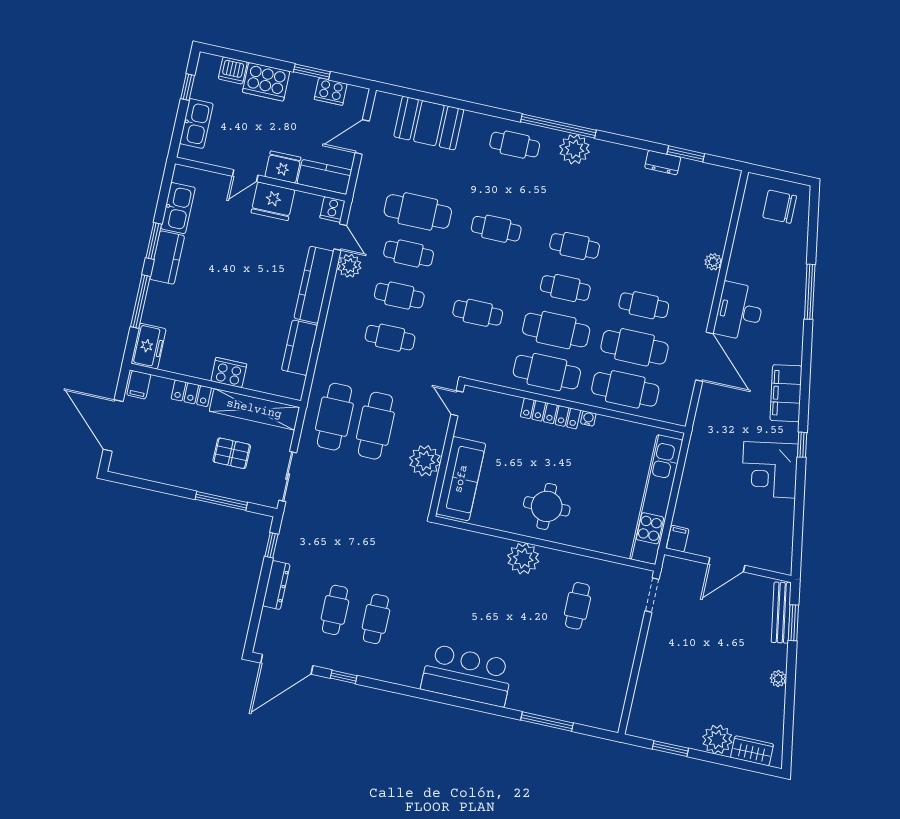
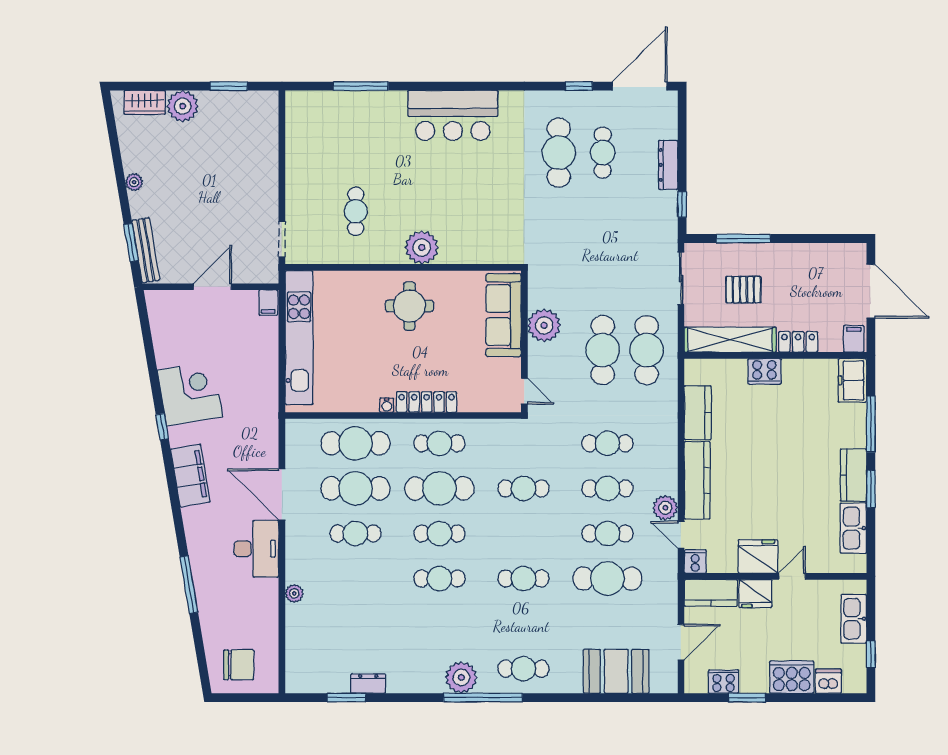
cafe table: (547, 372) -> (439, 443), width x0.73, depth x0.74
cafe table: (376, 619) -> (559, 153), width x1.37, depth x1.35

